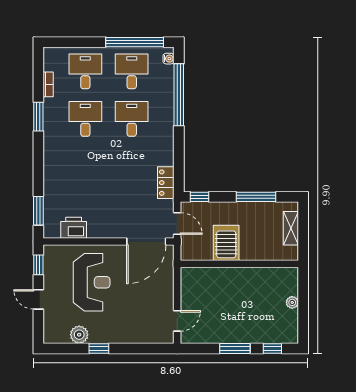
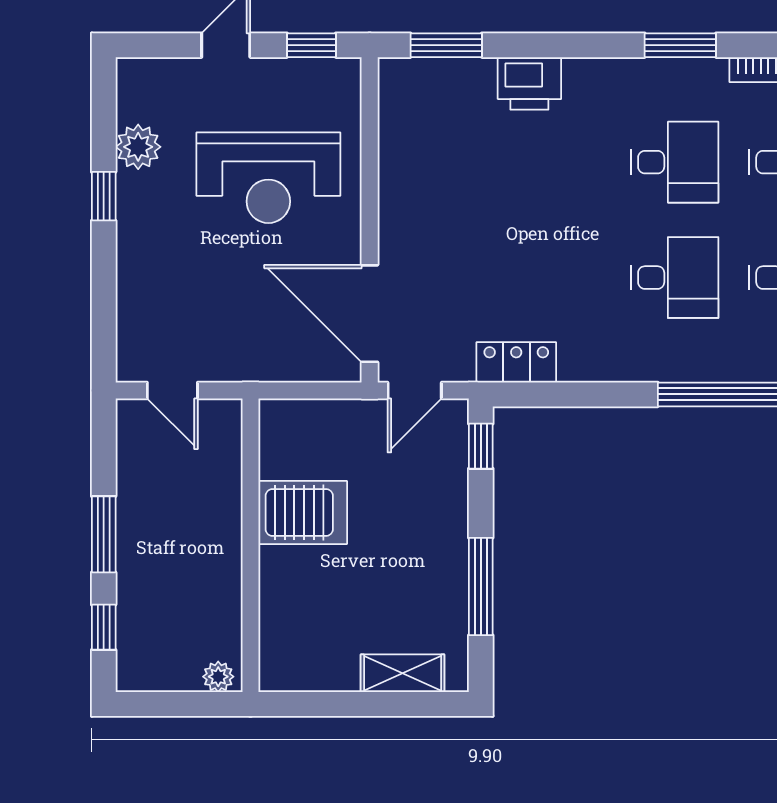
printer: (74, 228) -> (529, 83), moved, turned 90
server rack: (226, 243) -> (303, 513), moved
wall: (239, 264) -> (251, 545), moved

